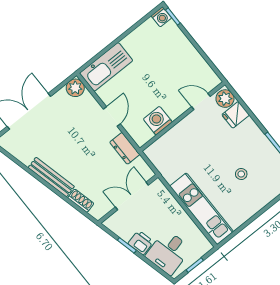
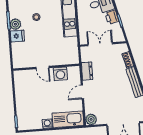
washing machine: (161, 17) -> (47, 124), moved
plant: (225, 99) -> (15, 24), moved
door: (201, 102) -> (42, 67), moved
fridge: (236, 115) -> (17, 36), moved
double door: (132, 196) -> (100, 44), swing flipped

